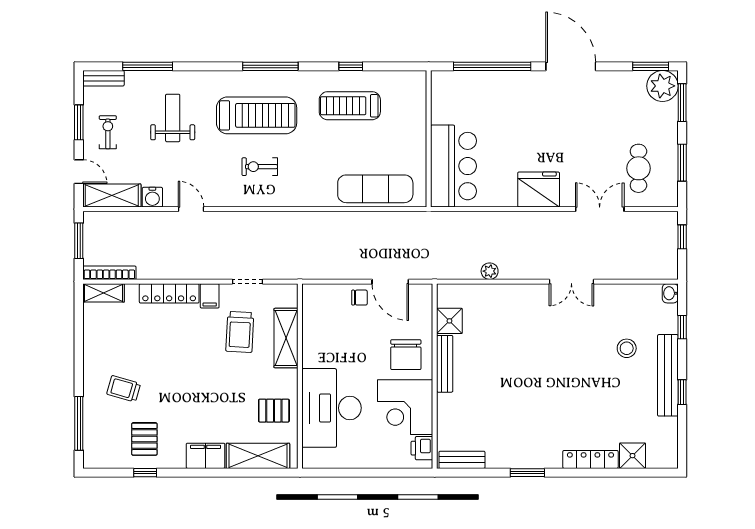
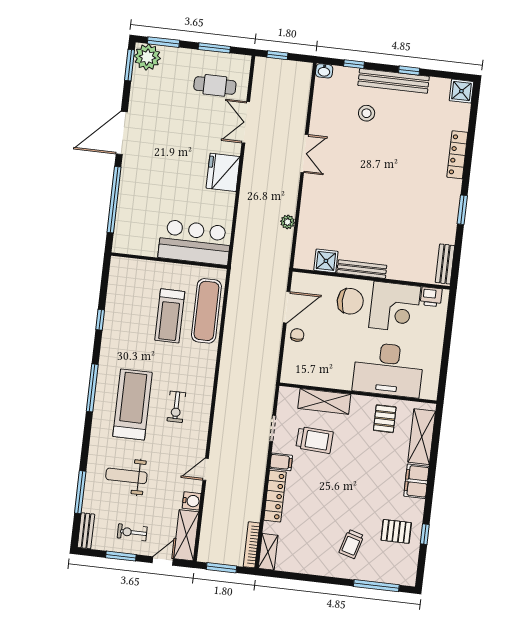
treadmill: (350, 106) -> (170, 316), moved
shower: (633, 456) -> (461, 91), moved

